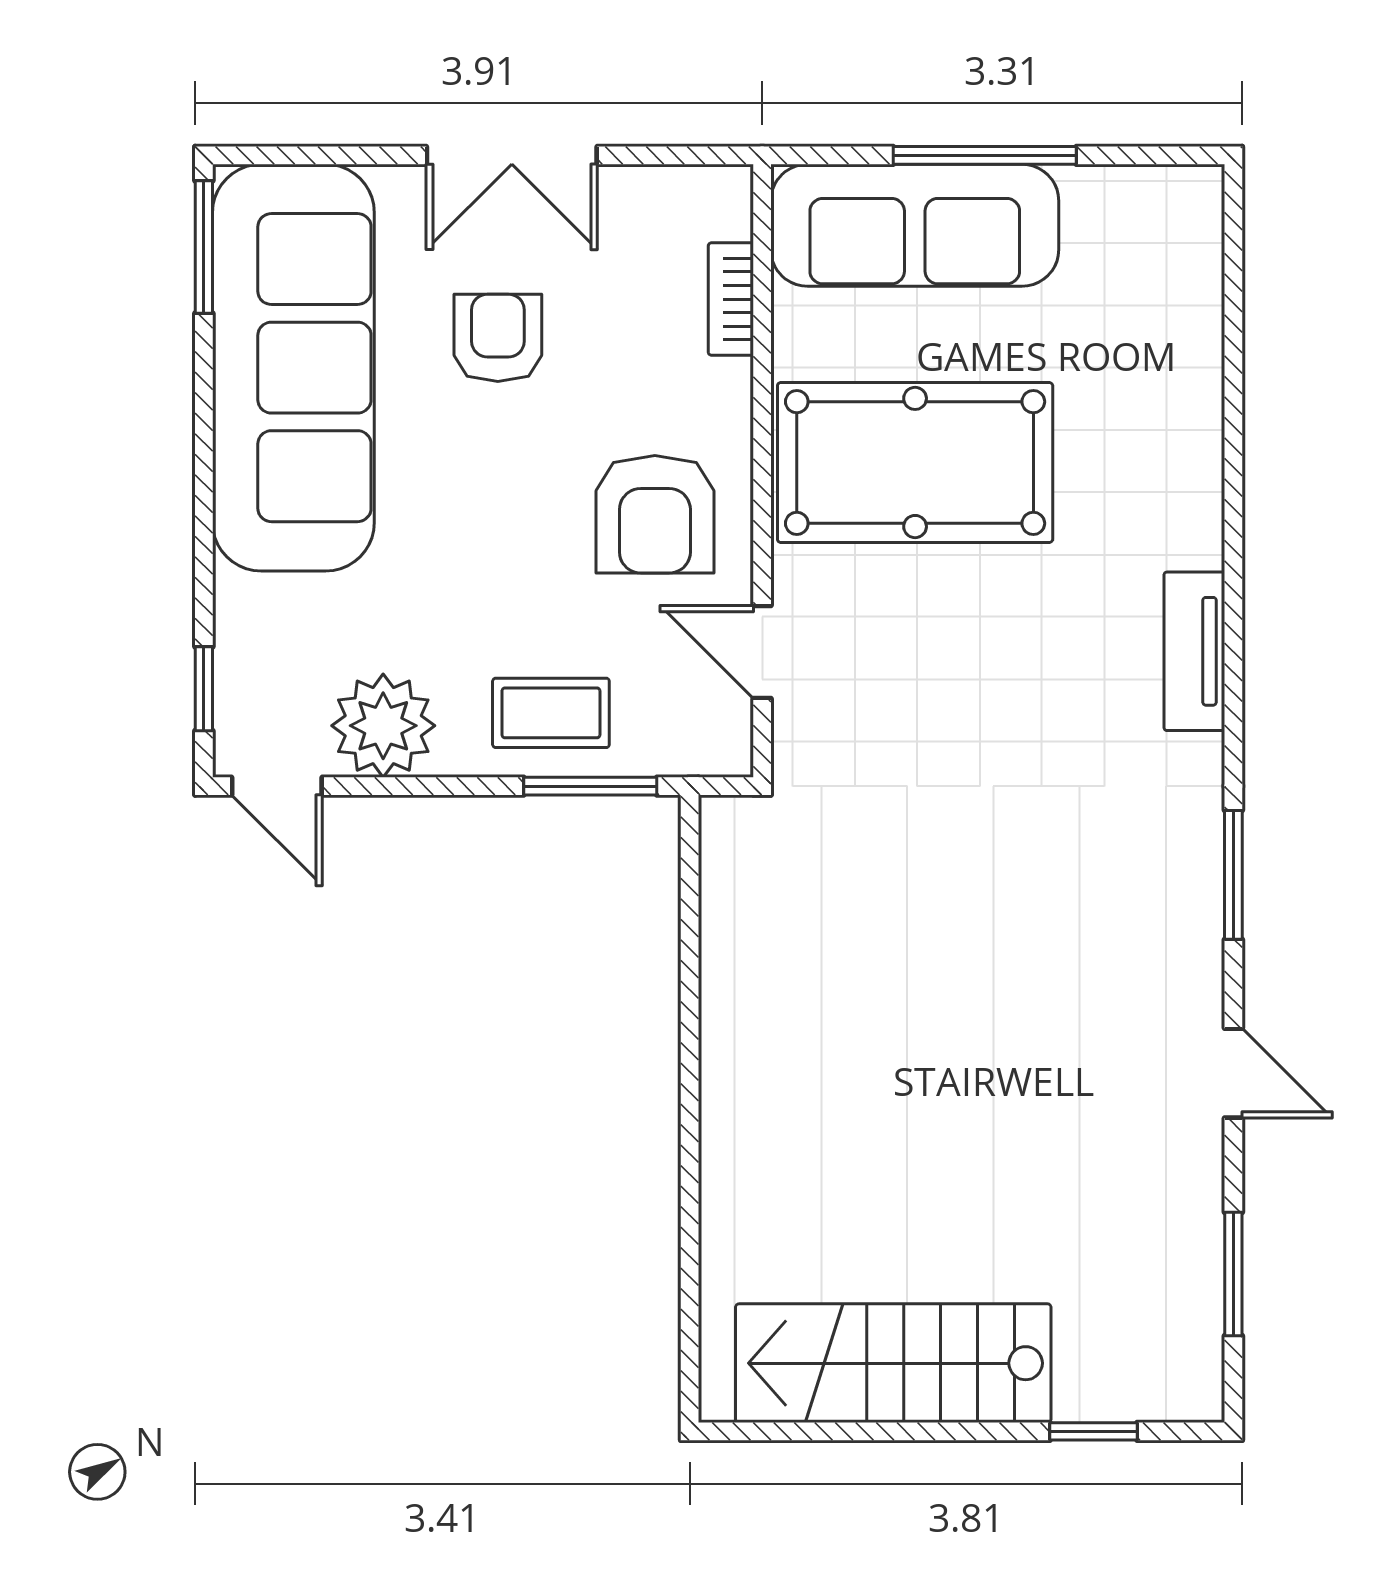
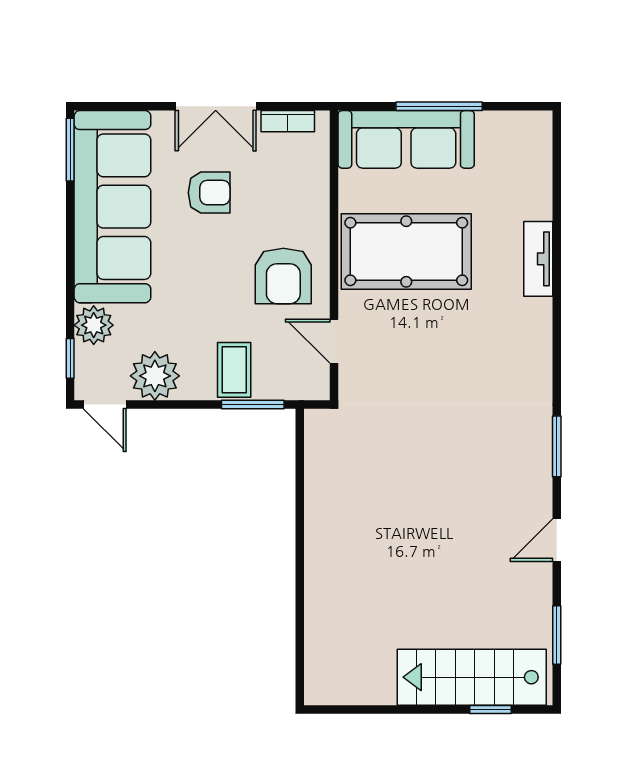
bookcase: (731, 299) -> (288, 121), moved, turned -90
armchair: (498, 338) -> (209, 193), turned 90
plant: (254, 618) -> (94, 325), added
tv unit: (1194, 651) -> (538, 259), moved
coffee table: (551, 713) -> (234, 370), turned 90
door: (1233, 1073) -> (557, 540), swing flipped
stairs: (893, 1363) -> (472, 677), moved

